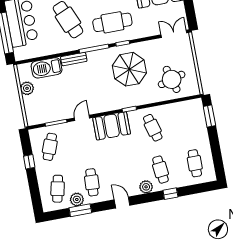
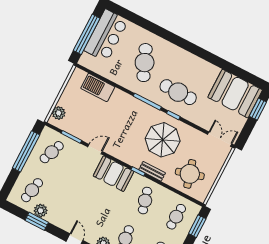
bench: (74, 59) -> (152, 171), moved
plant: (27, 88) -> (59, 113), moved
window: (29, 162) -> (26, 151), width x3.17
cafe table: (92, 182) -> (176, 217), moved

